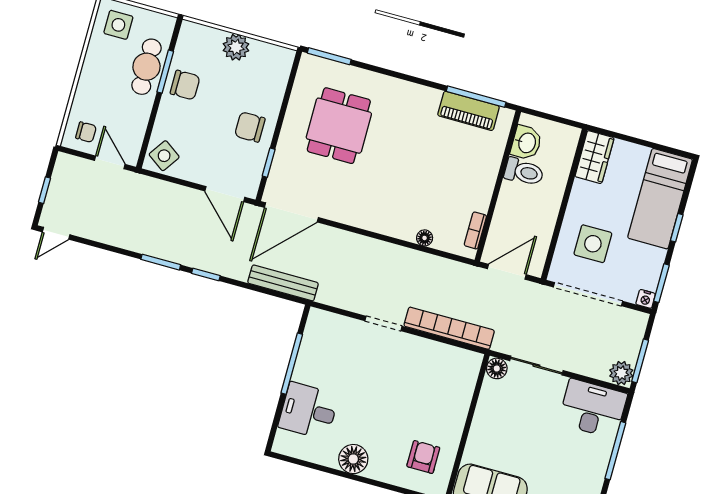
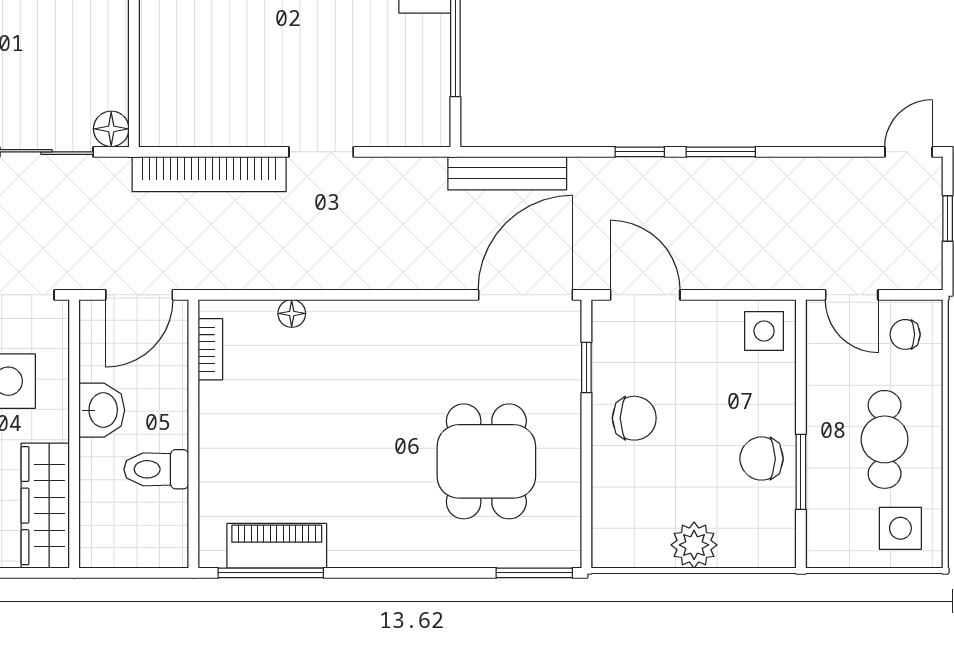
cafe table: (146, 67) -> (885, 439), moved
washbasin: (526, 143) -> (102, 410), moved, turned 180
side table: (164, 156) -> (764, 331), turned -35
wardrobe: (595, 157) -> (45, 506), width x1.50

